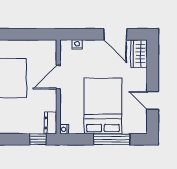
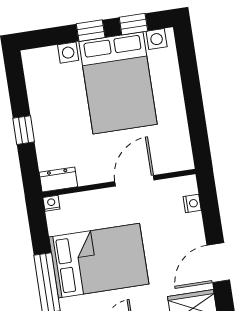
door: (58, 77) -> (134, 181), hinge flipped
window: (38, 139) -> (24, 130), moved

